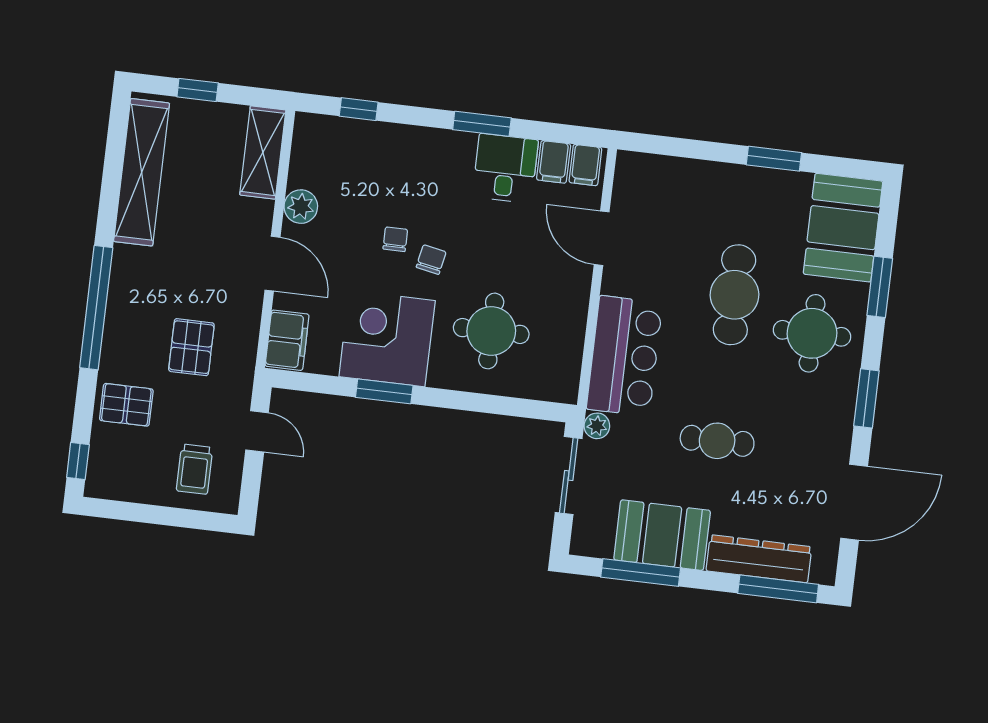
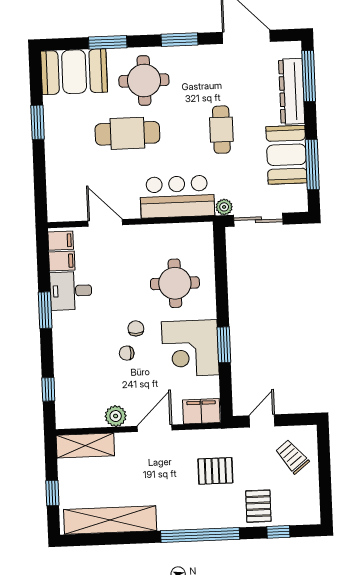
door: (602, 238) -> (105, 223), swing flipped
chair: (431, 260) -> (136, 328), turned 79
window: (78, 461) -> (278, 532), moved
trolley: (195, 469) -> (292, 457), turned -129

